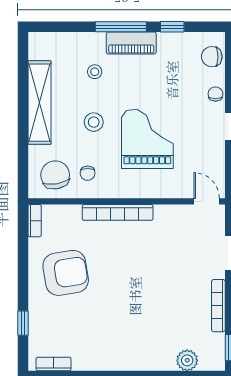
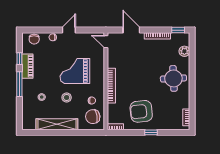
piano: (131, 43) -> (27, 66), moved
door: (207, 201) -> (106, 42), hinge flipped
armchair: (66, 273) -> (141, 111), turned -87
window: (23, 323) -> (151, 132), moved
round table: (132, 338) -> (173, 78), added

